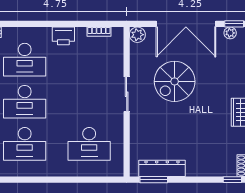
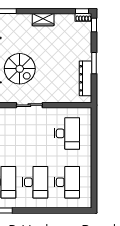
window: (154, 180) -> (94, 63), moved

